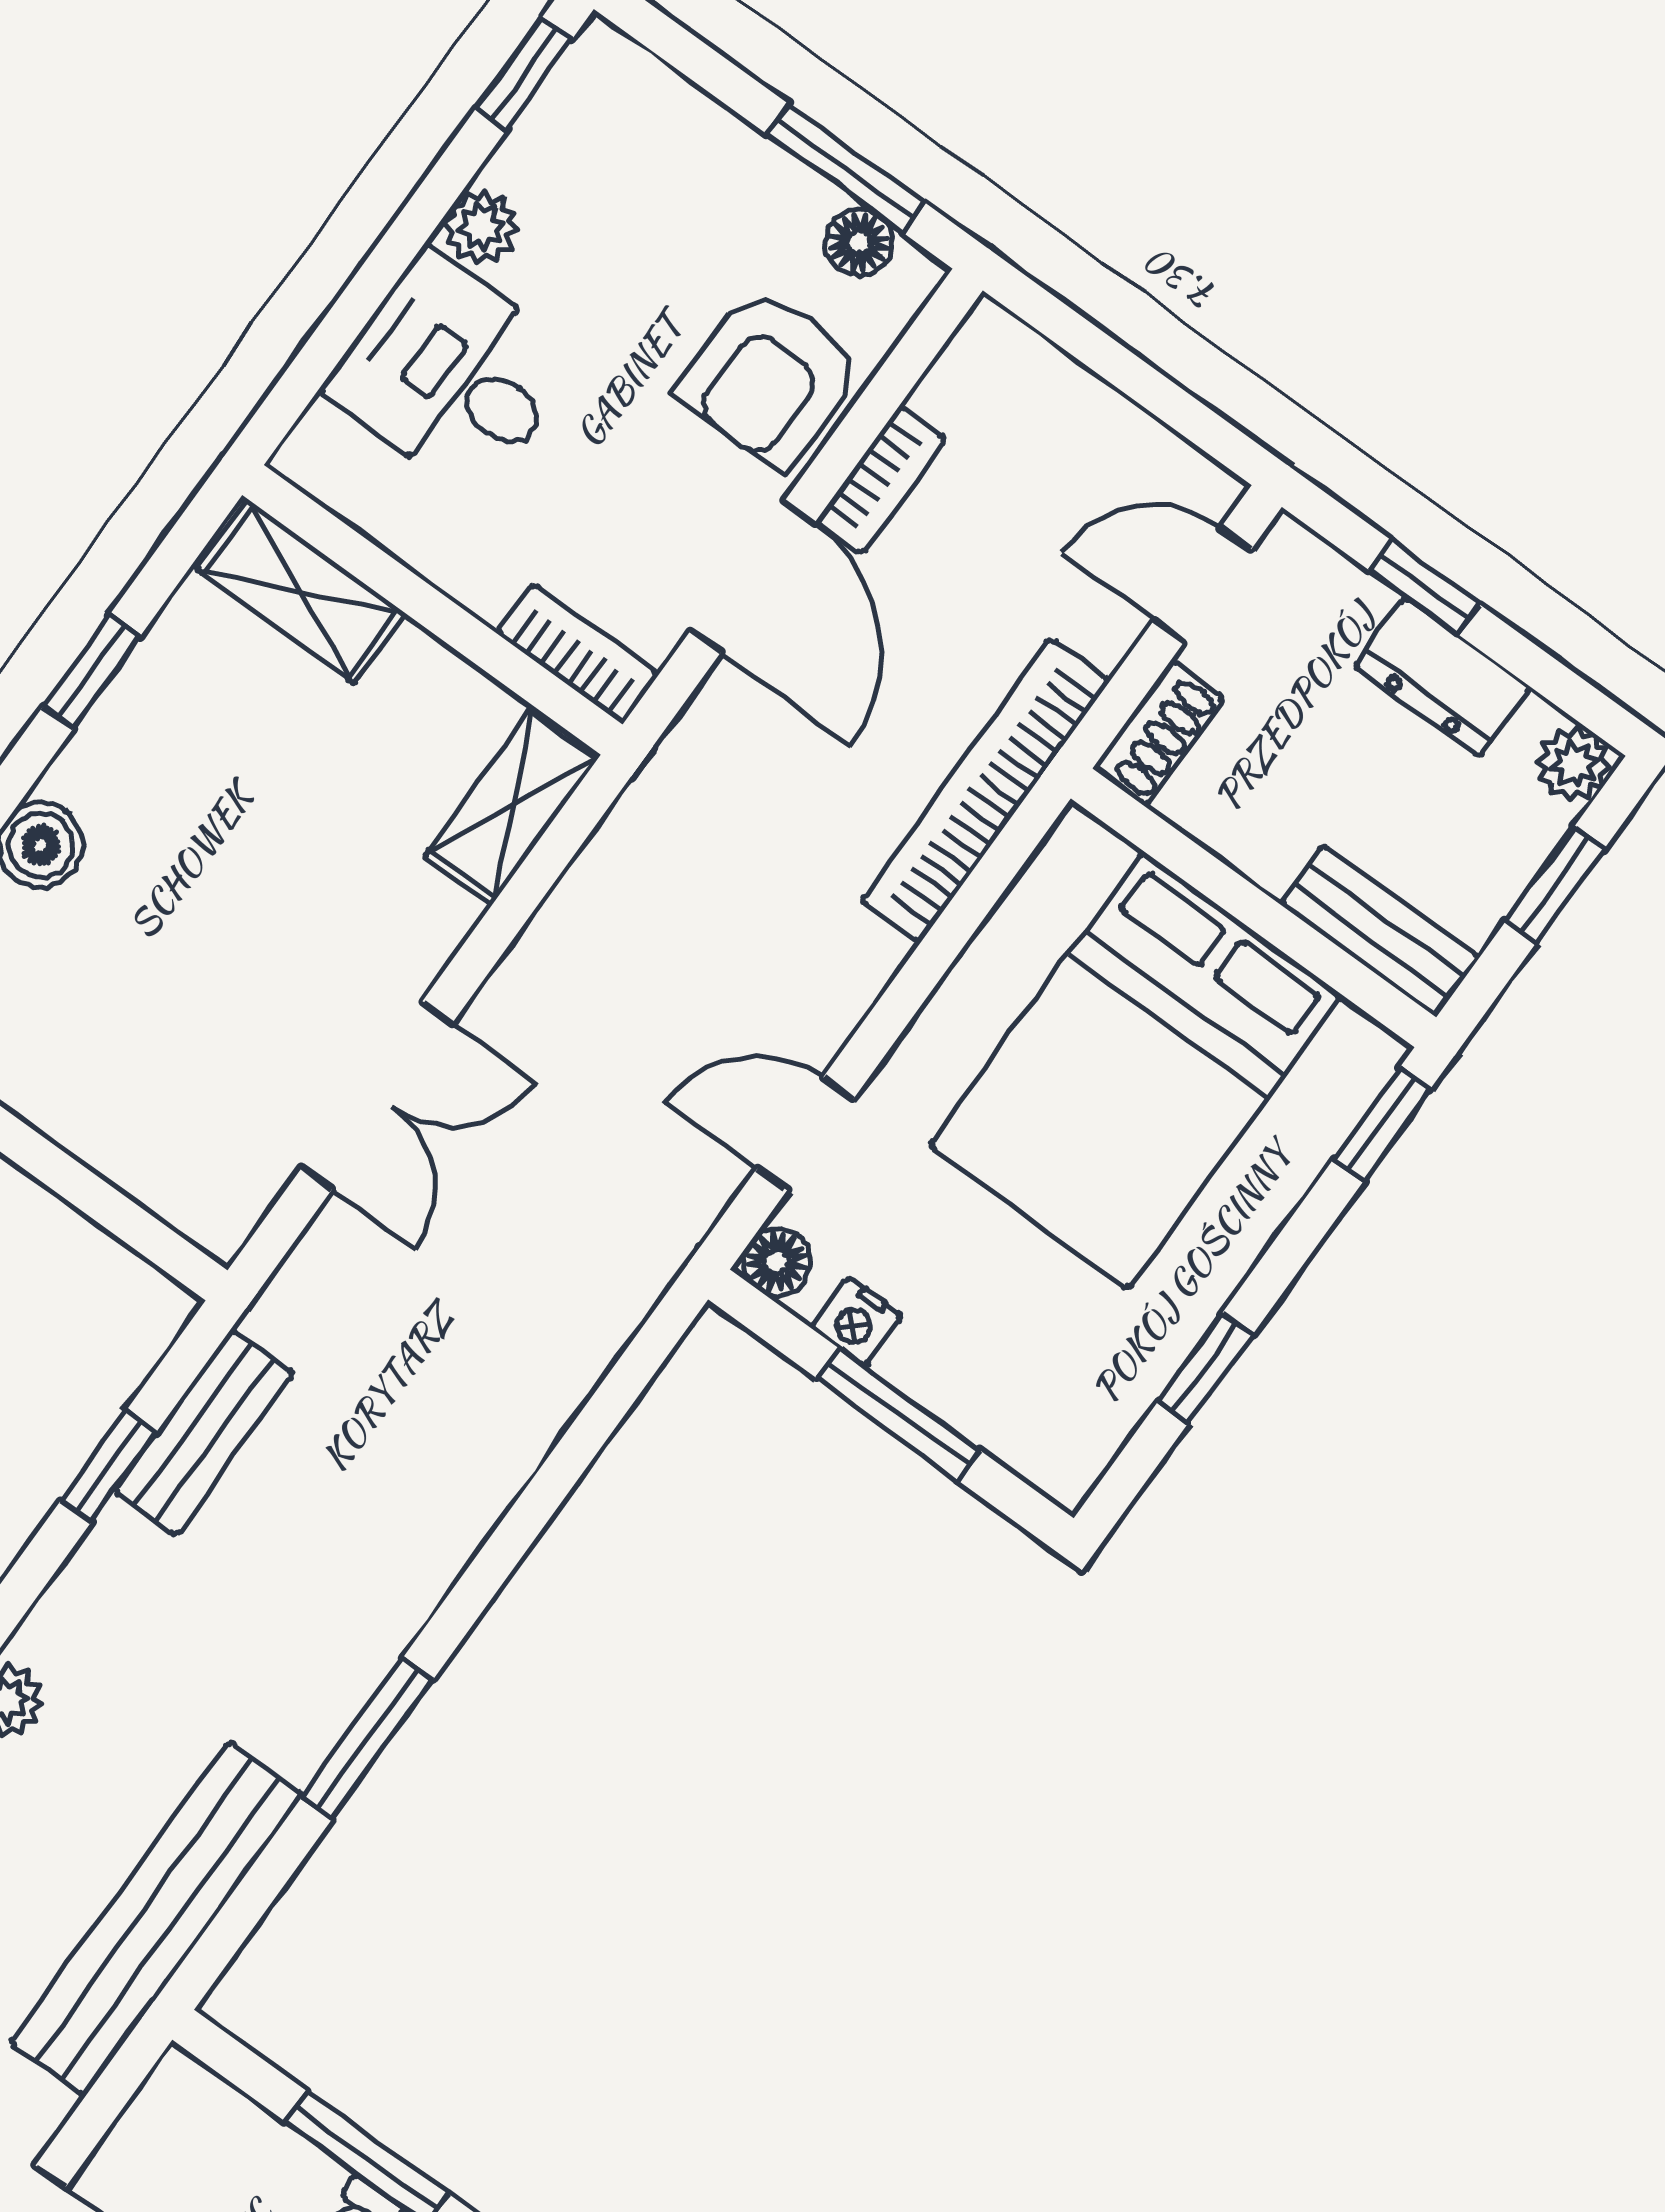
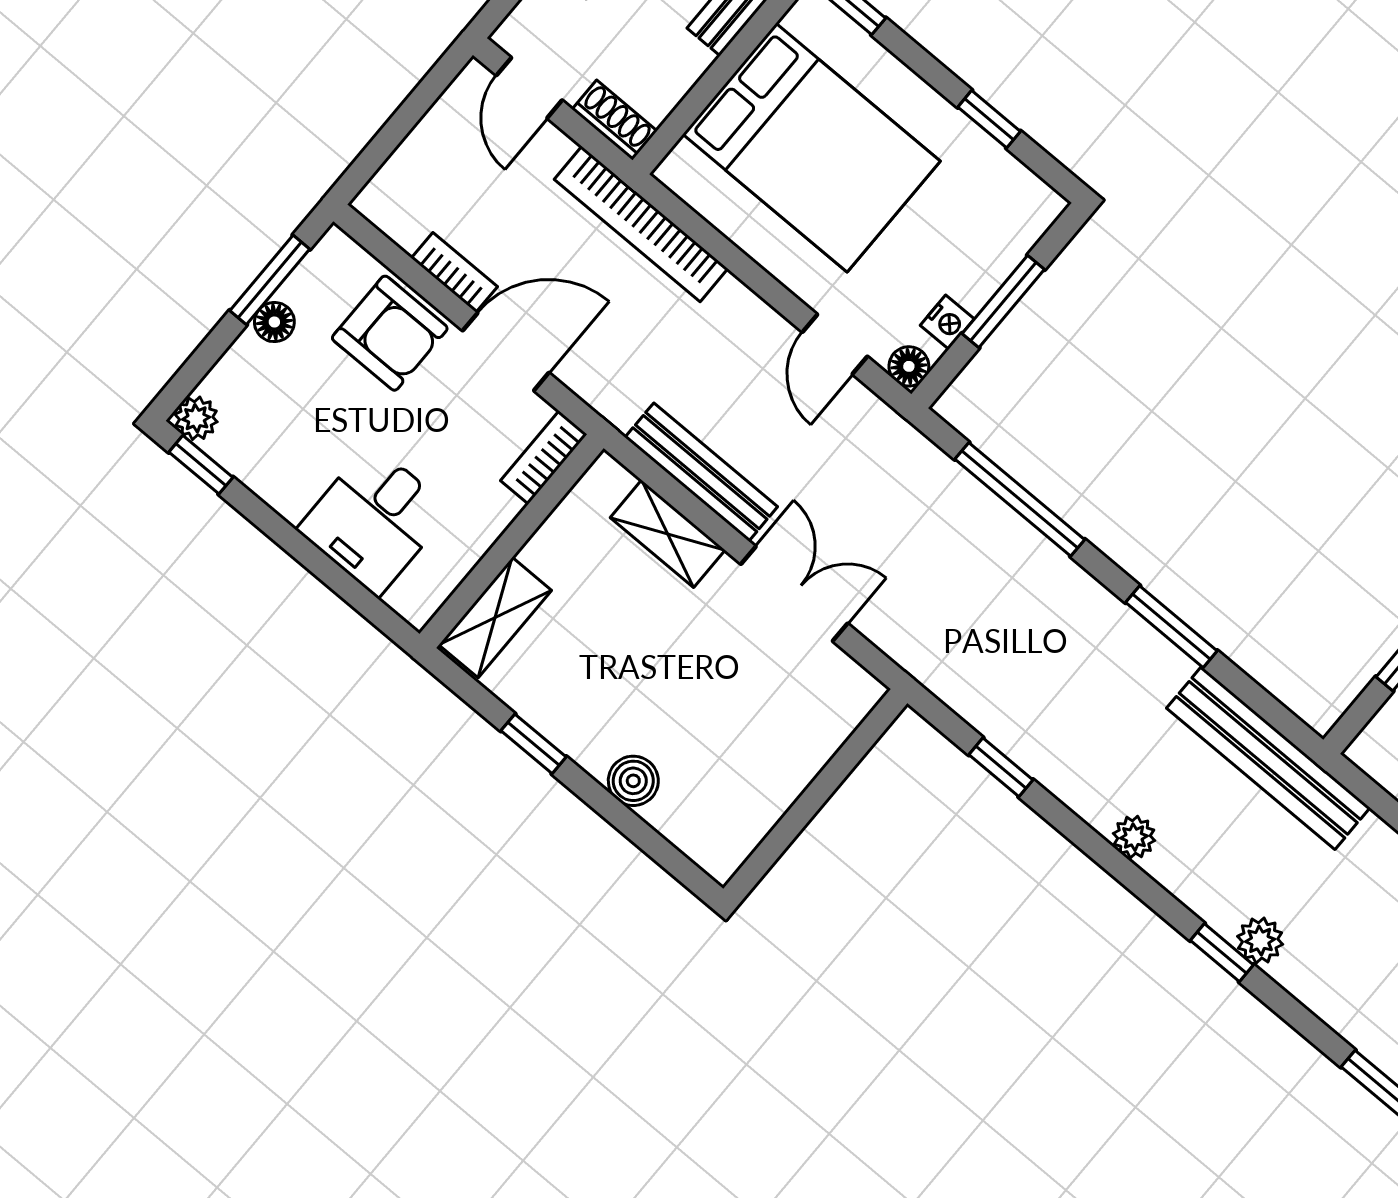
plant: (481, 227) -> (196, 418), moved
floor lamp: (859, 242) -> (274, 322), moved
shelving: (513, 805) -> (668, 534), moved
bench: (204, 1432) -> (701, 472), moved, width x1.36
window: (565, 1466) -> (1020, 499), added

